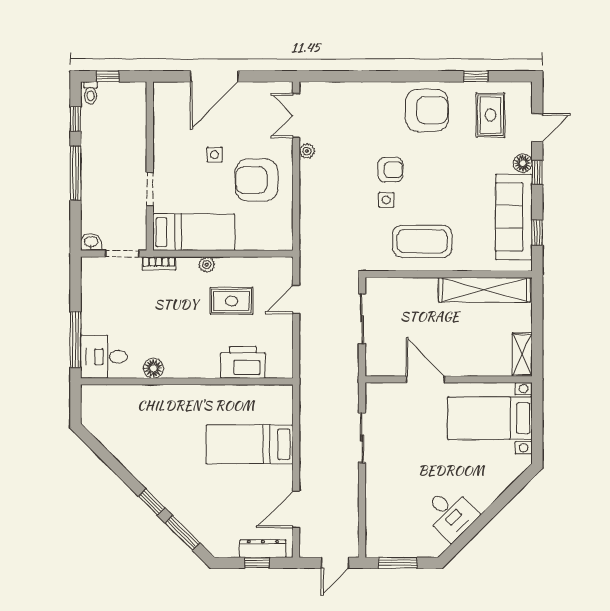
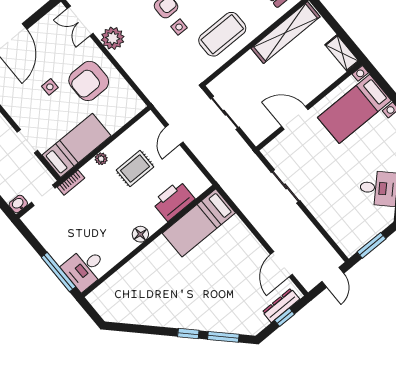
plant: (307, 151) -> (113, 38), width x1.88, depth x1.88
floor lamp: (153, 368) -> (140, 234), moved
bed: (250, 444) -> (199, 223), moved

